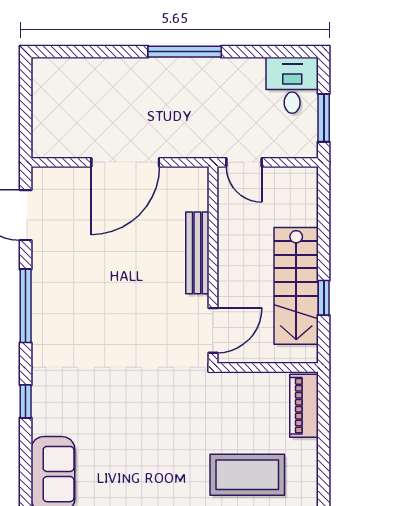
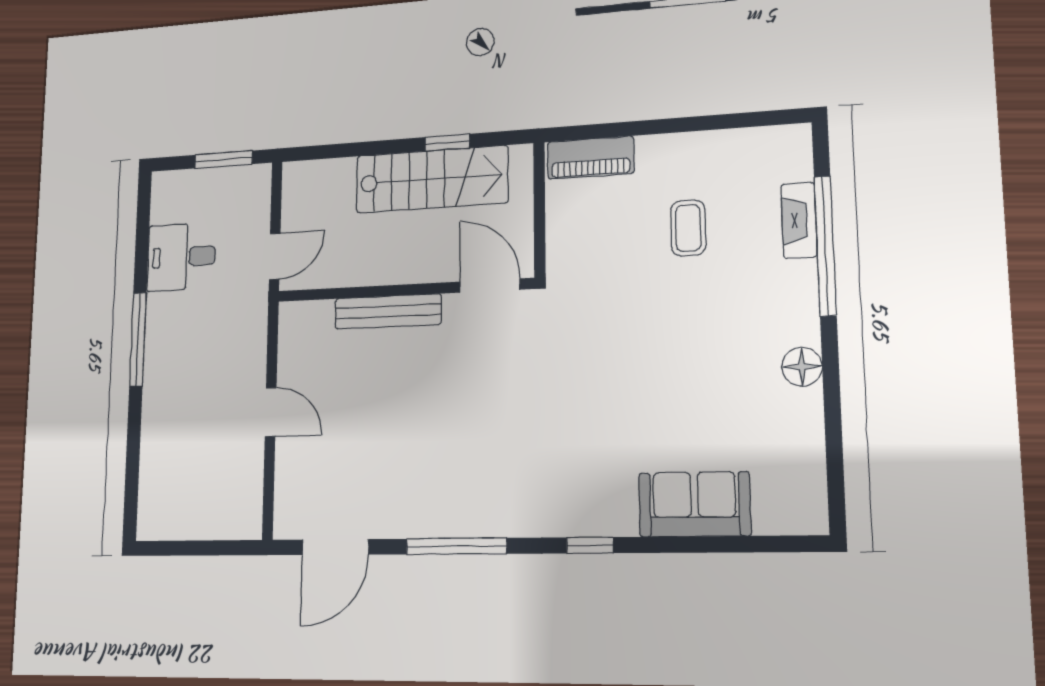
desk: (292, 85) -> (181, 257), moved
door: (125, 162) -> (271, 412), width x0.53
coffee table: (247, 475) -> (688, 228), width x0.54, depth x0.58

